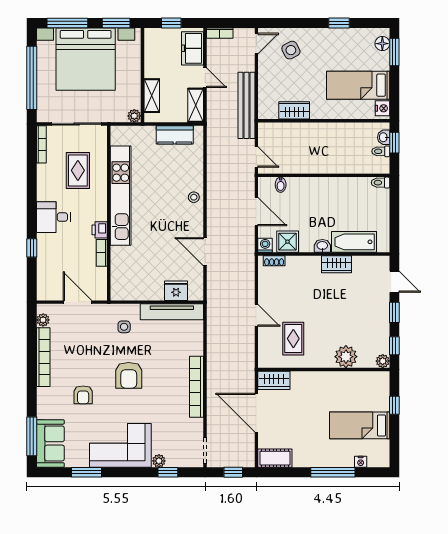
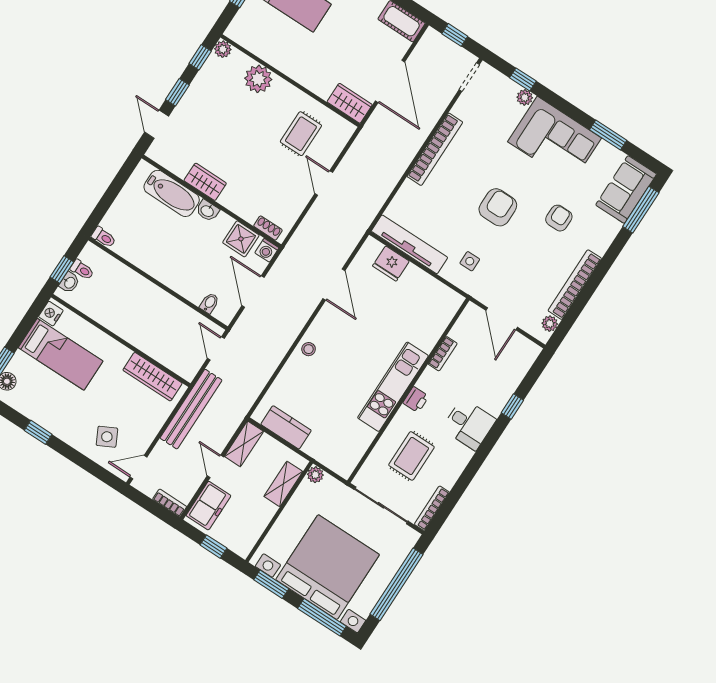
wardrobe: (294, 110) -> (153, 377), width x1.50
kitchen unit: (121, 196) -> (393, 387), width x0.73
printer: (100, 230) -> (416, 400), moved

